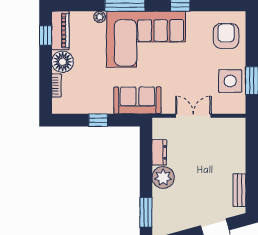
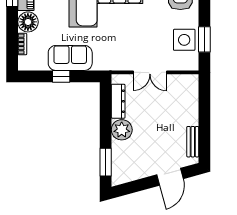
sofa: (137, 100) -> (70, 58), moved
double door: (193, 116) -> (150, 72), swing flipped
dresser: (159, 152) -> (118, 101), width x1.44

